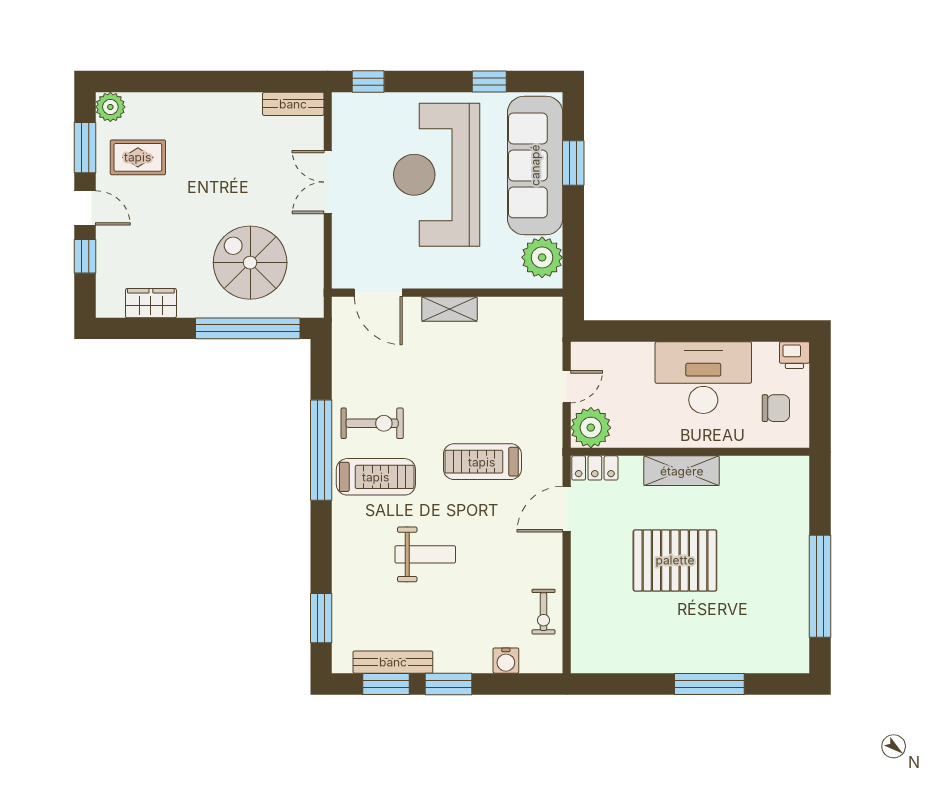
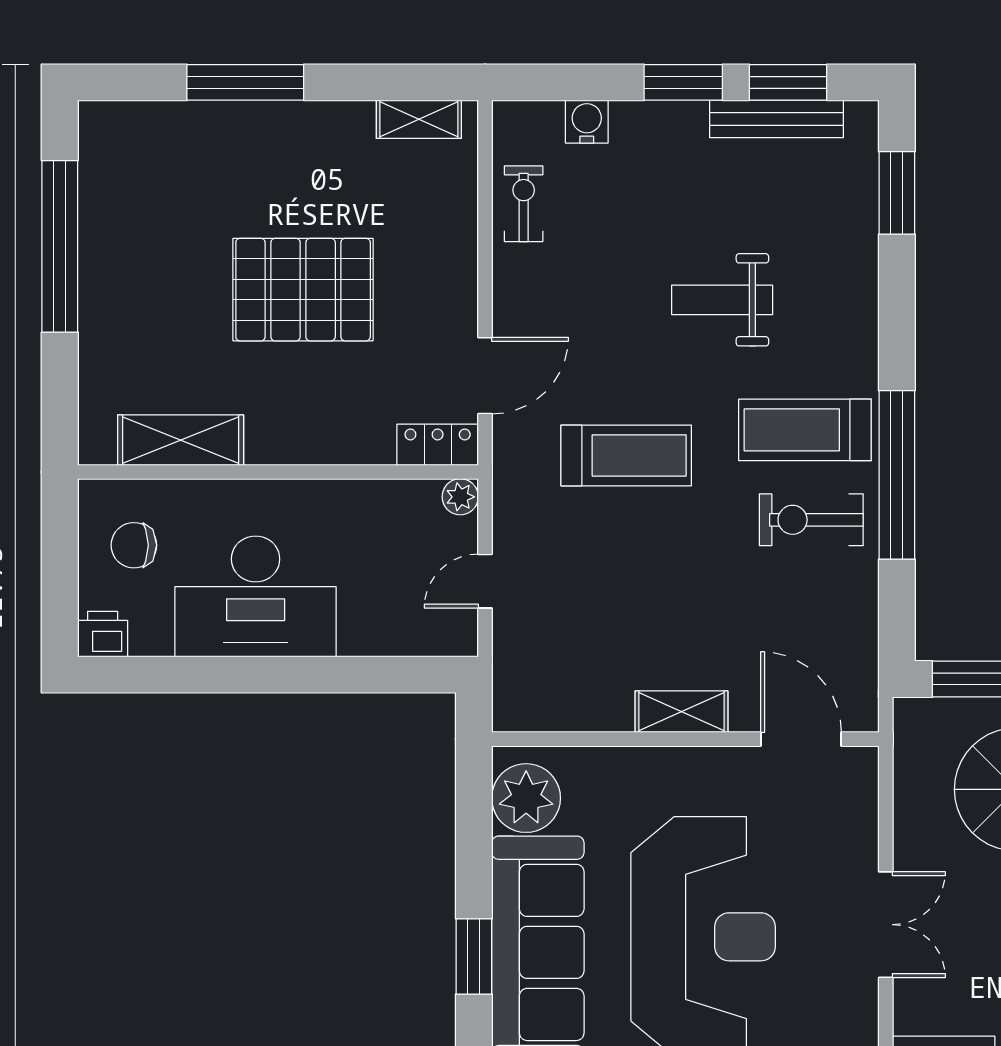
plant: (591, 428) -> (460, 497), width x0.53, depth x0.53
shelving: (682, 471) -> (181, 440), moved
shelving: (606, 662) -> (419, 119), added

